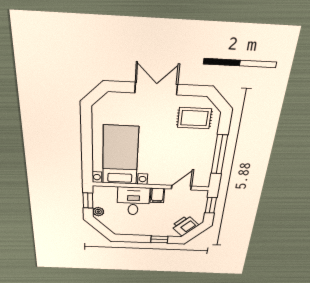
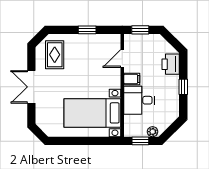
window: (219, 155) -> (87, 30), width x0.46
door: (181, 188) -> (122, 58), hinge flipped
printer: (185, 226) -> (171, 64), moved, turned 45
window: (159, 239) -> (183, 87), moved

